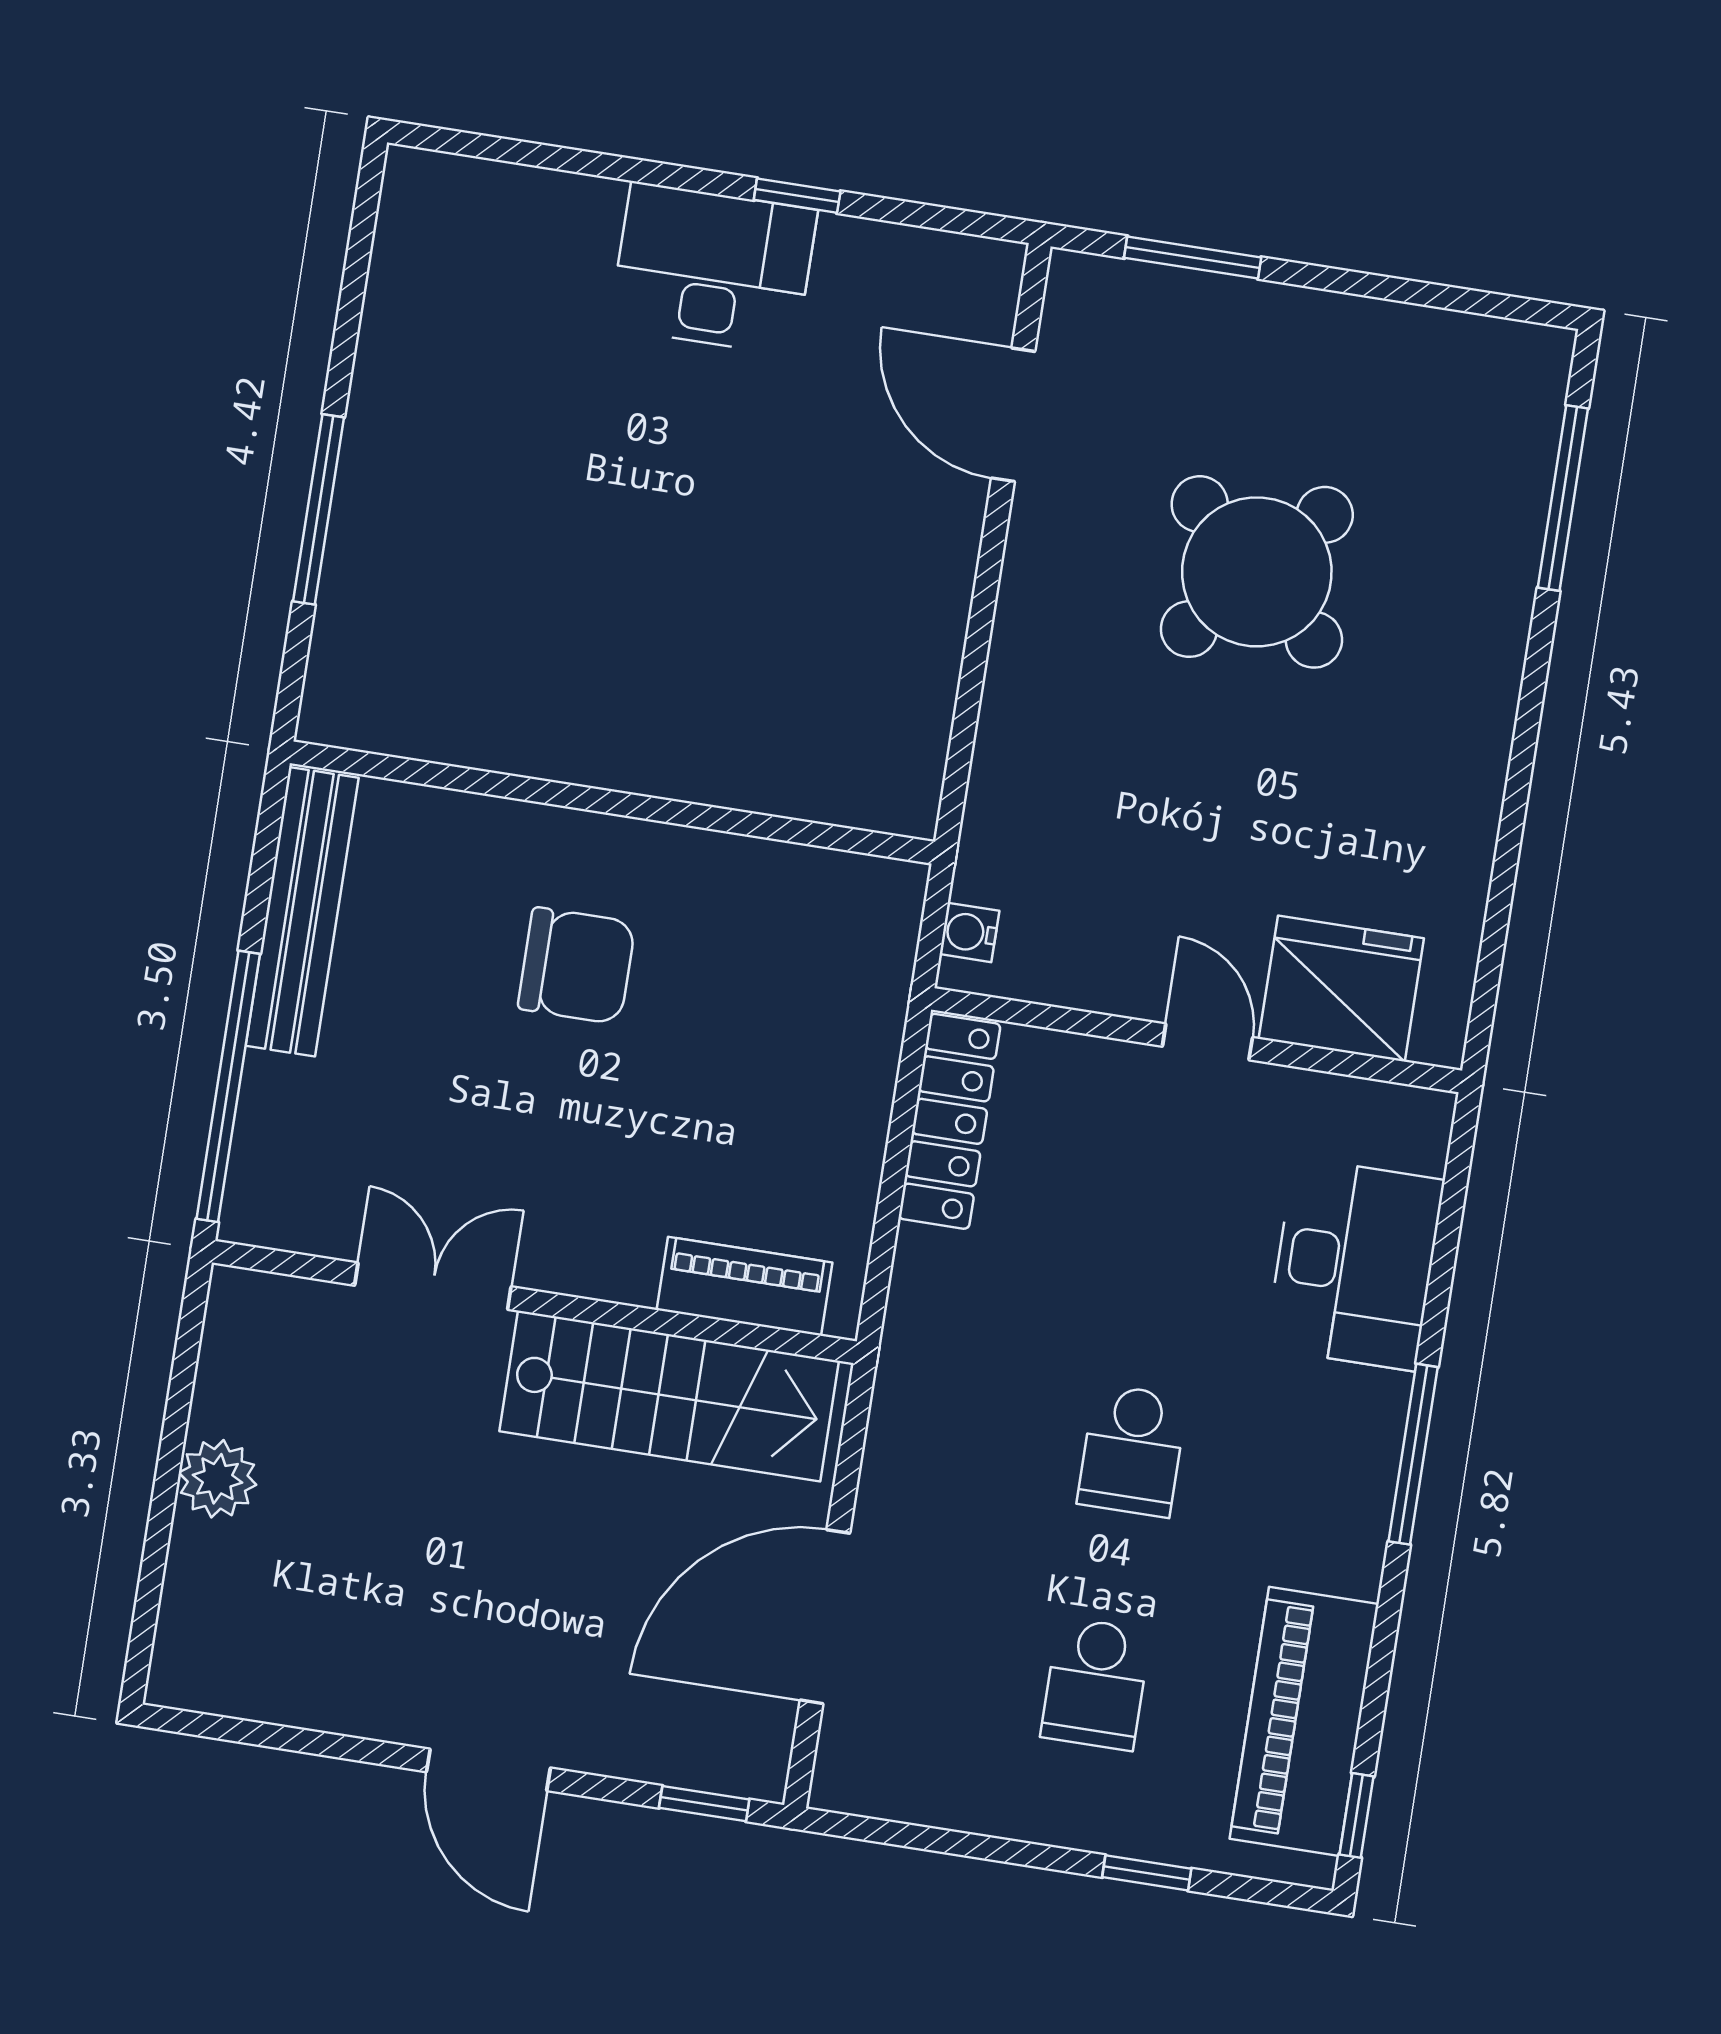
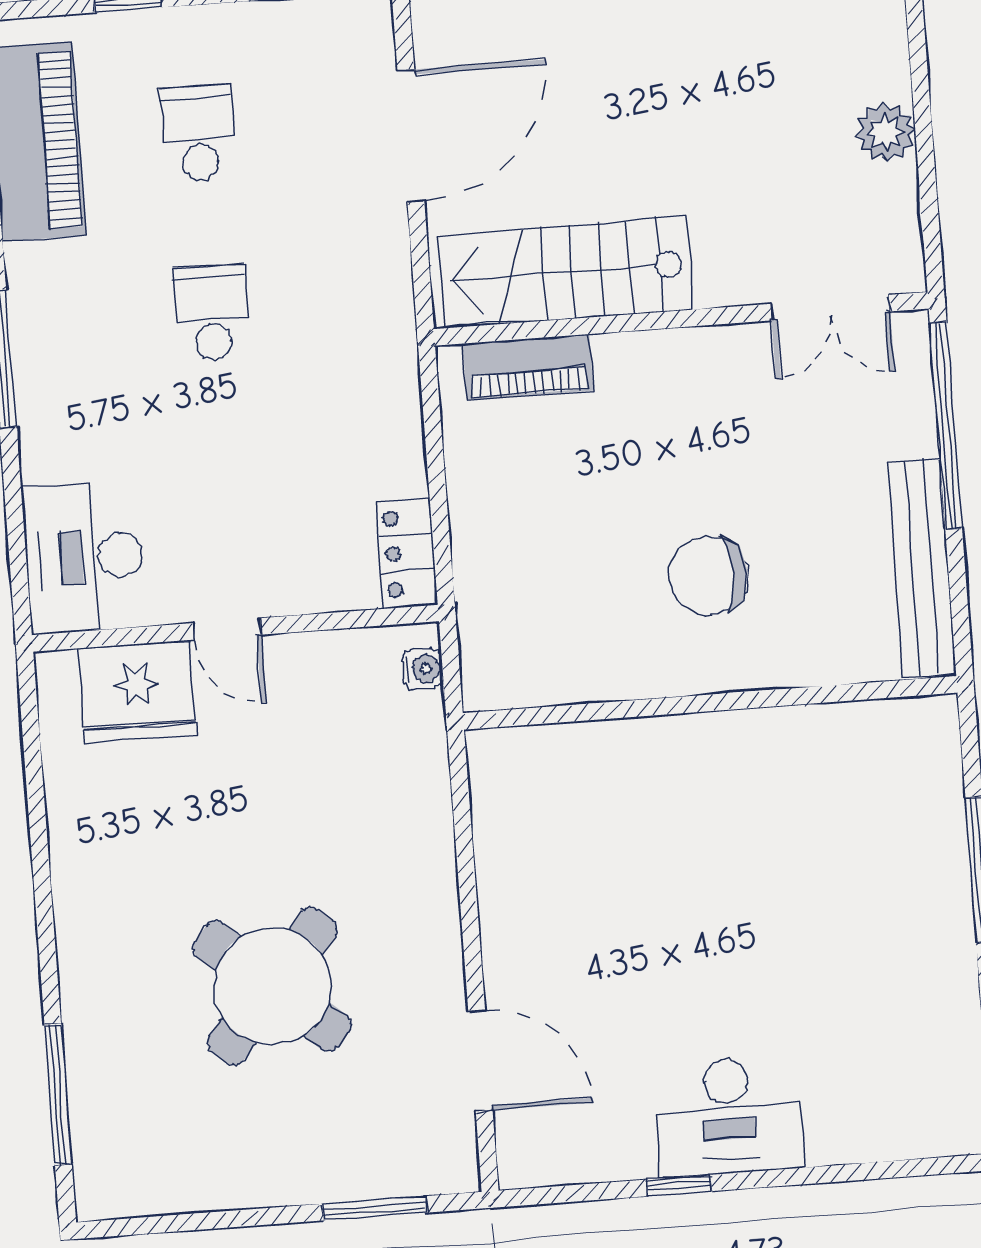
locker: (949, 1121) -> (407, 553), width x0.66
desk: (1355, 1264) -> (84, 557), moved
double door: (433, 1286) -> (830, 308), moved

